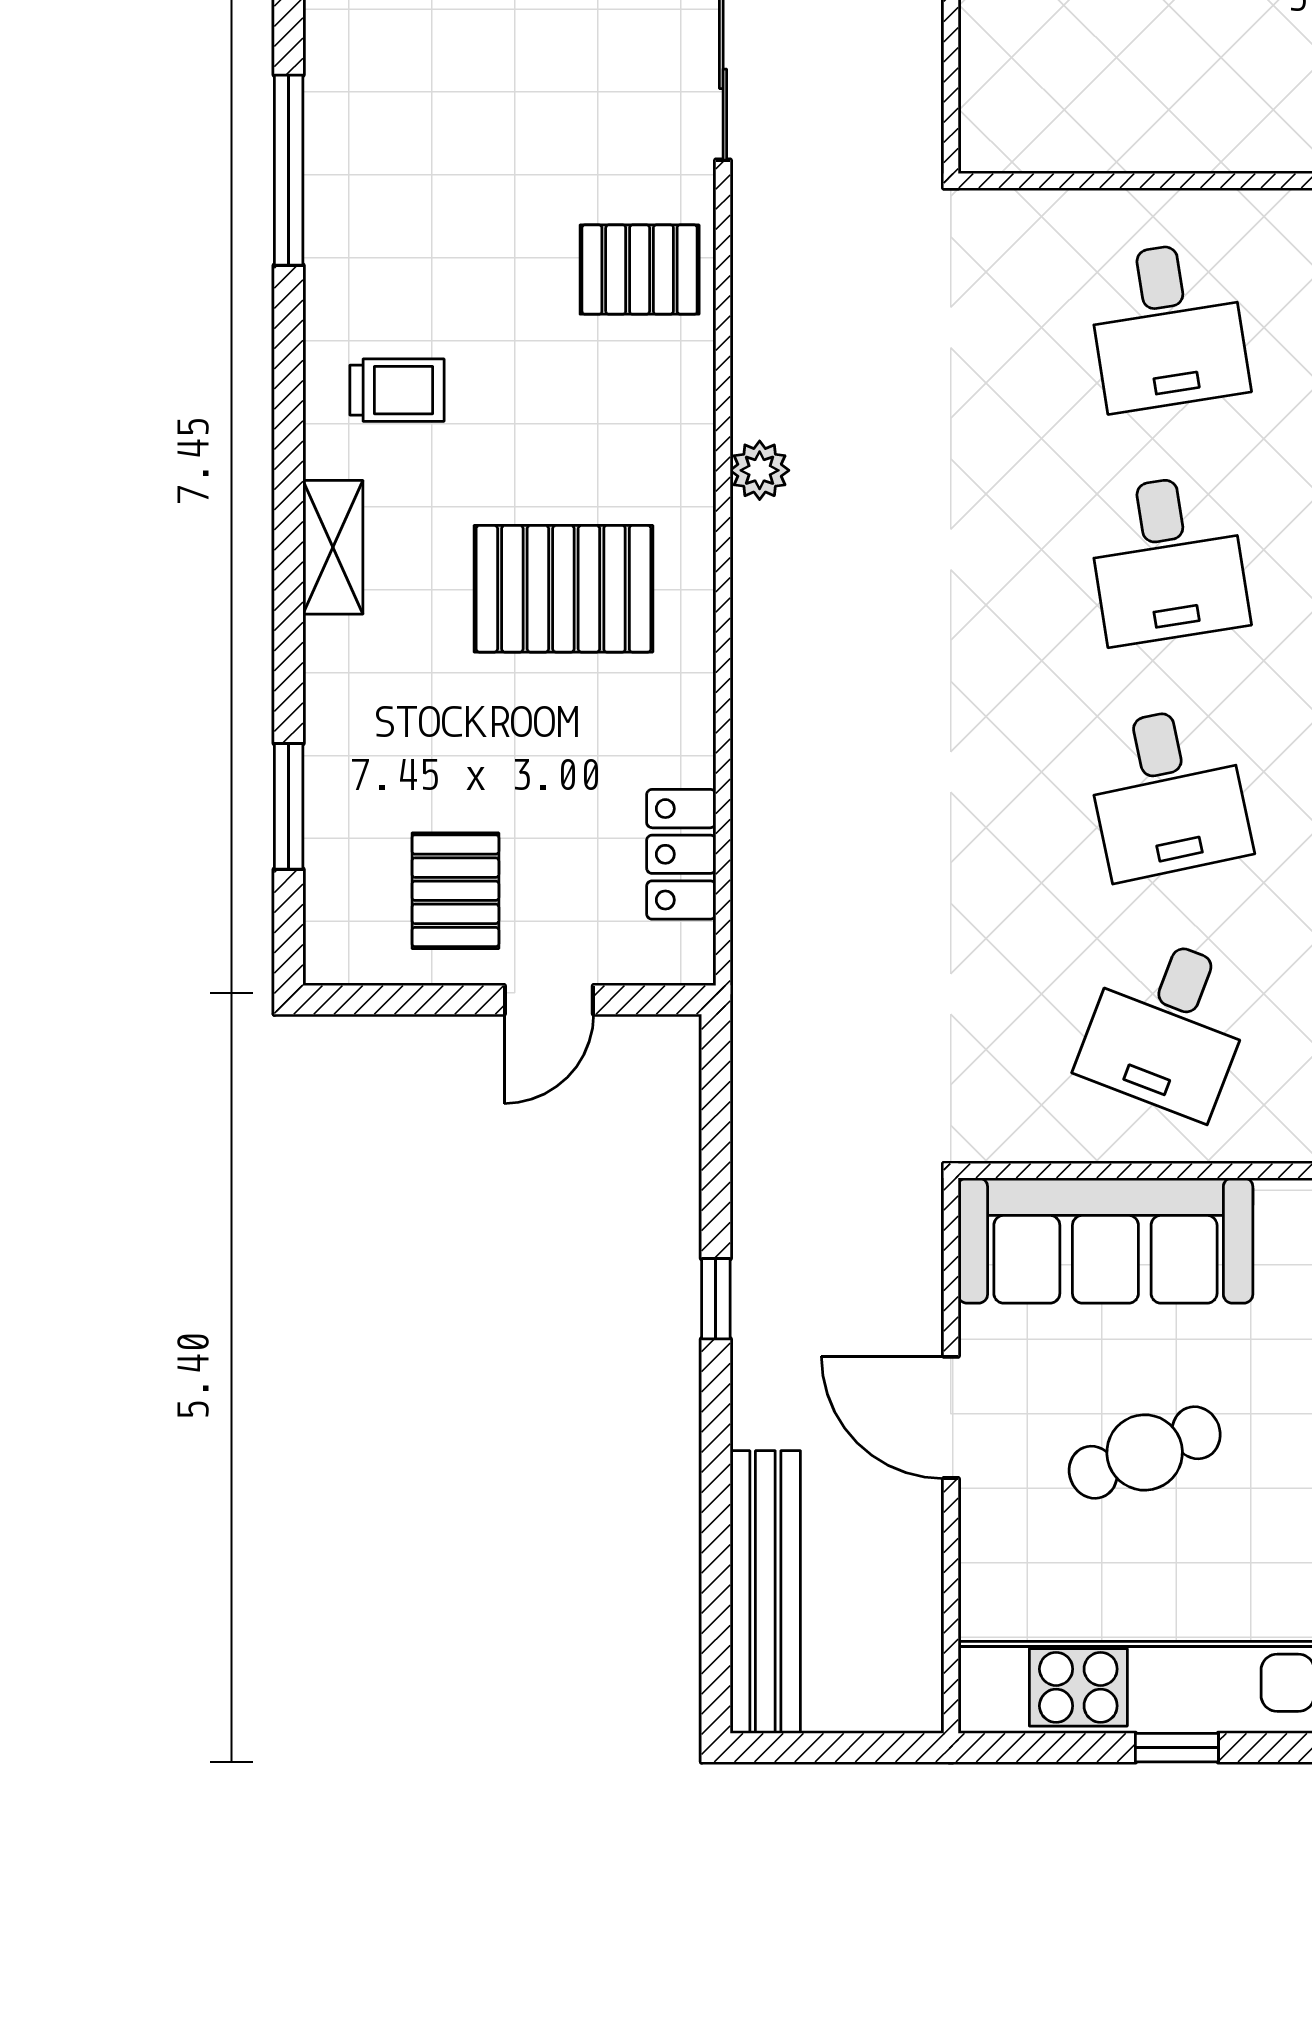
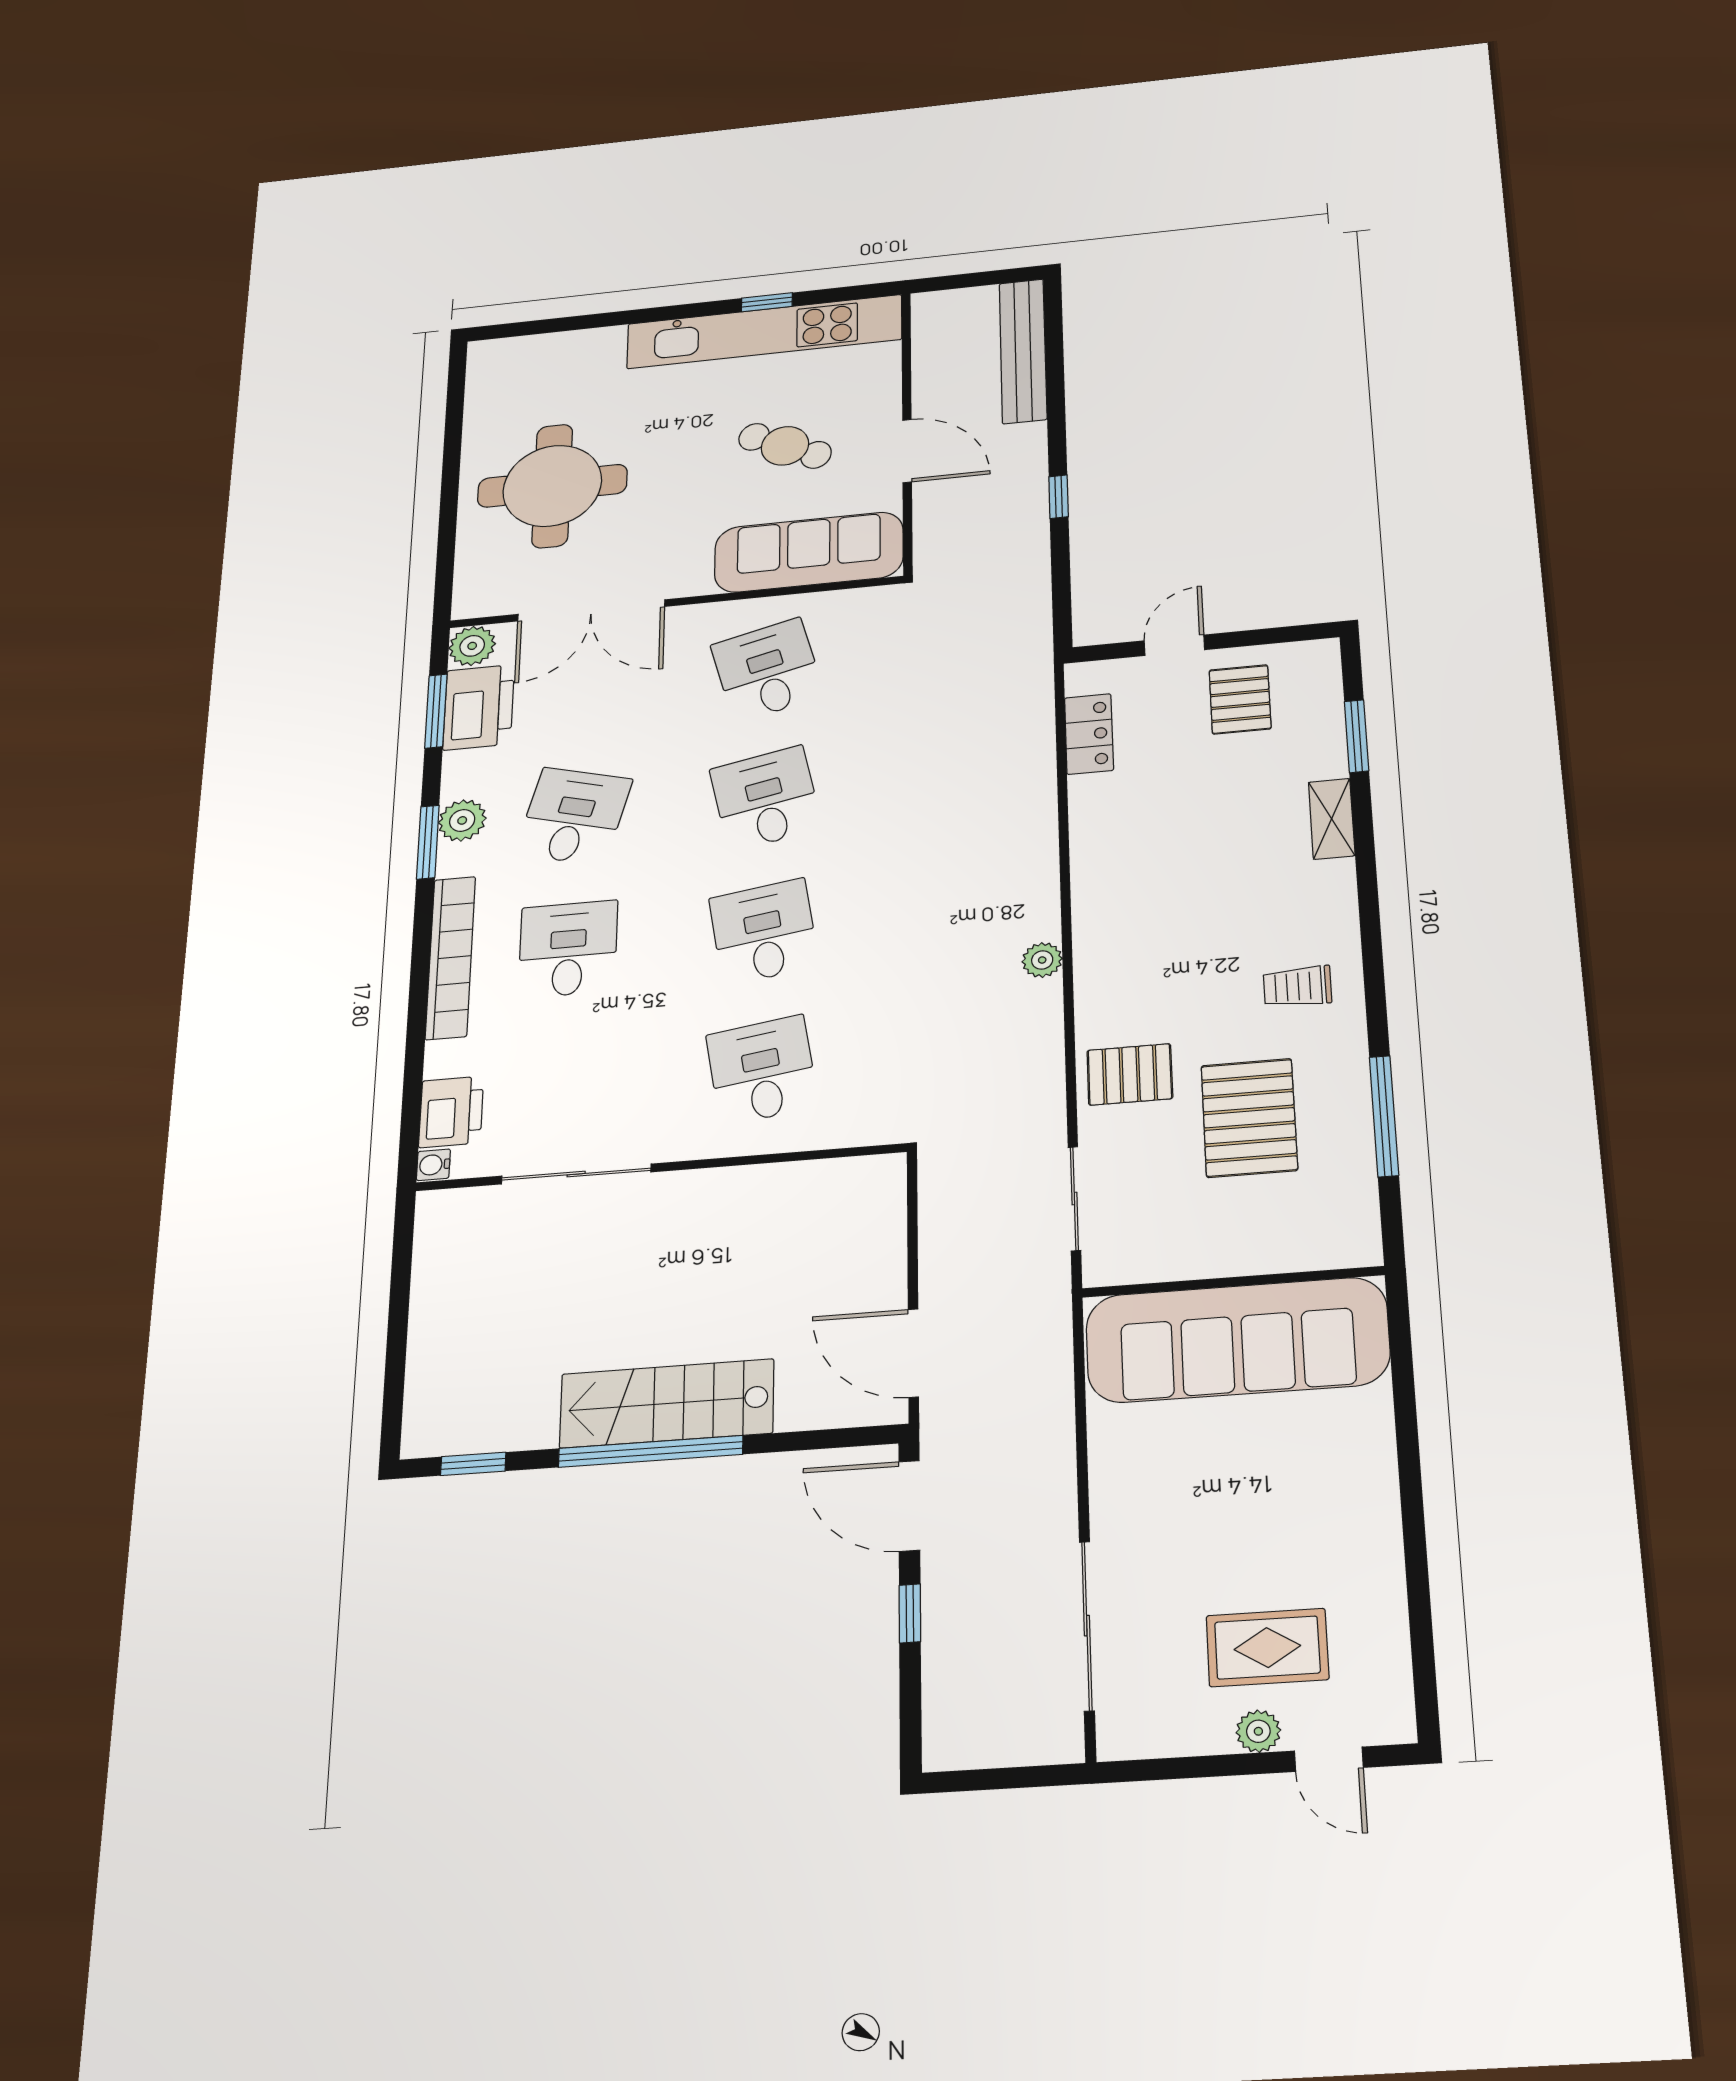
shelving: (333, 547) -> (1332, 819), moved
pallet: (563, 589) -> (1249, 1118), moved, turned 90
desk: (1167, 1026) -> (768, 670), turned -36
cafe table: (1145, 1452) -> (785, 446), turned 47

